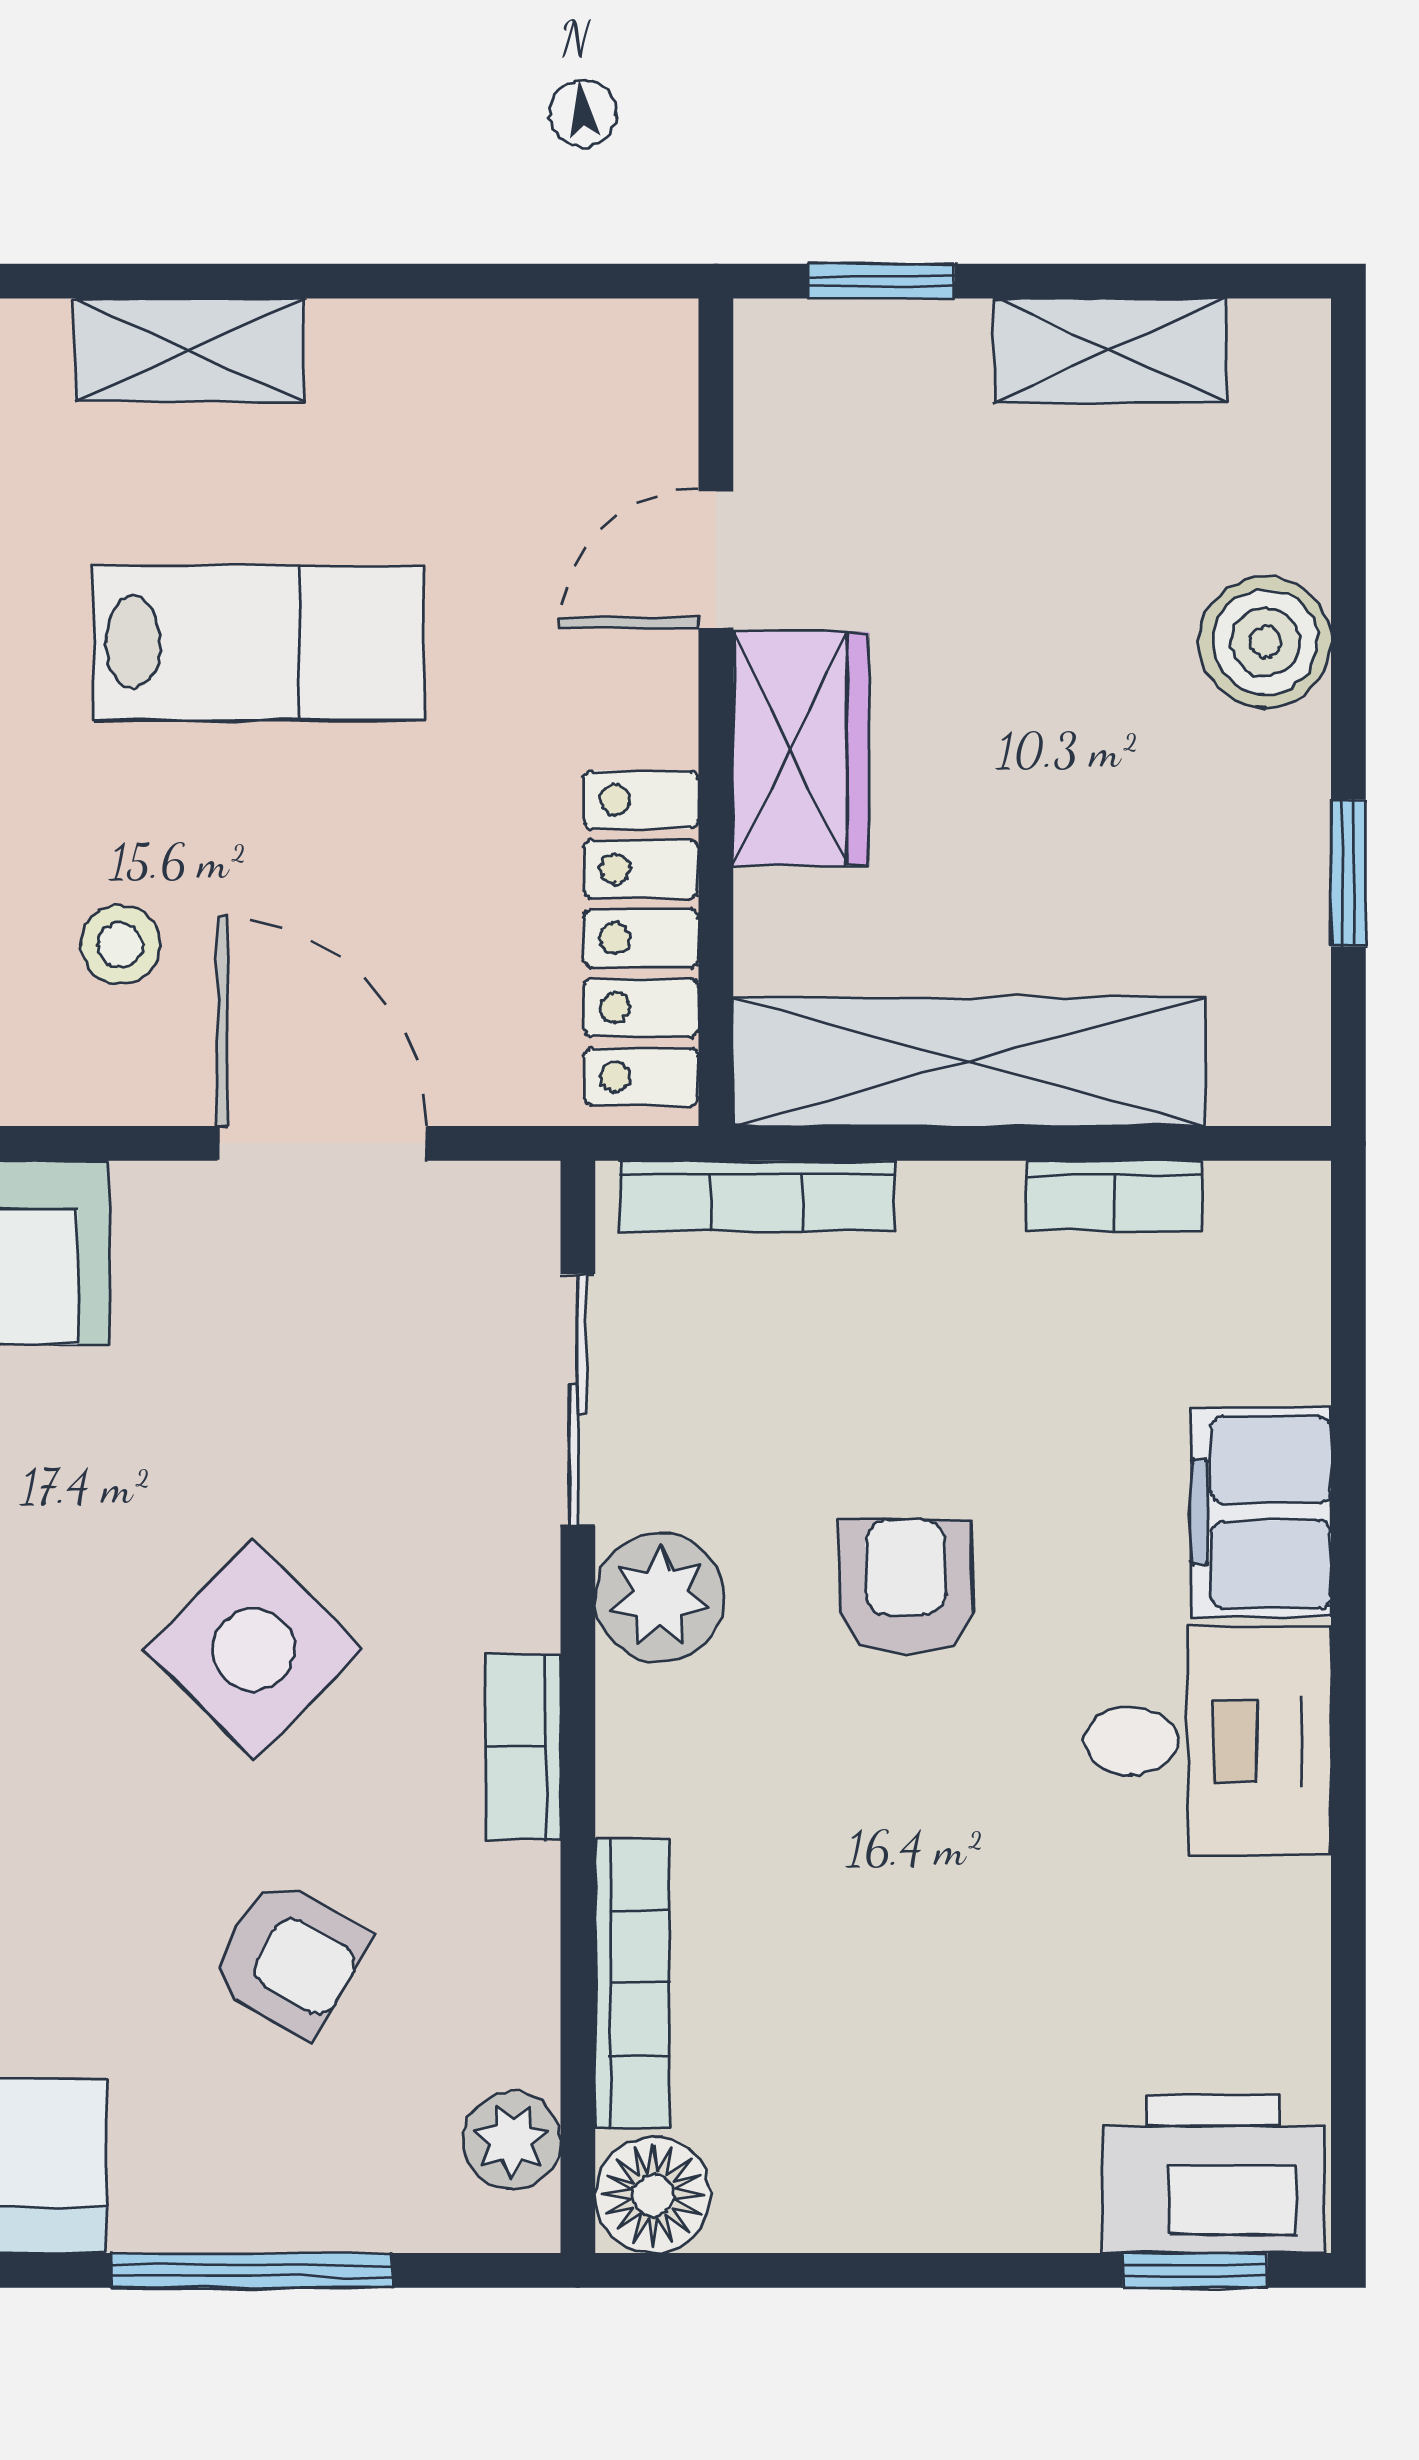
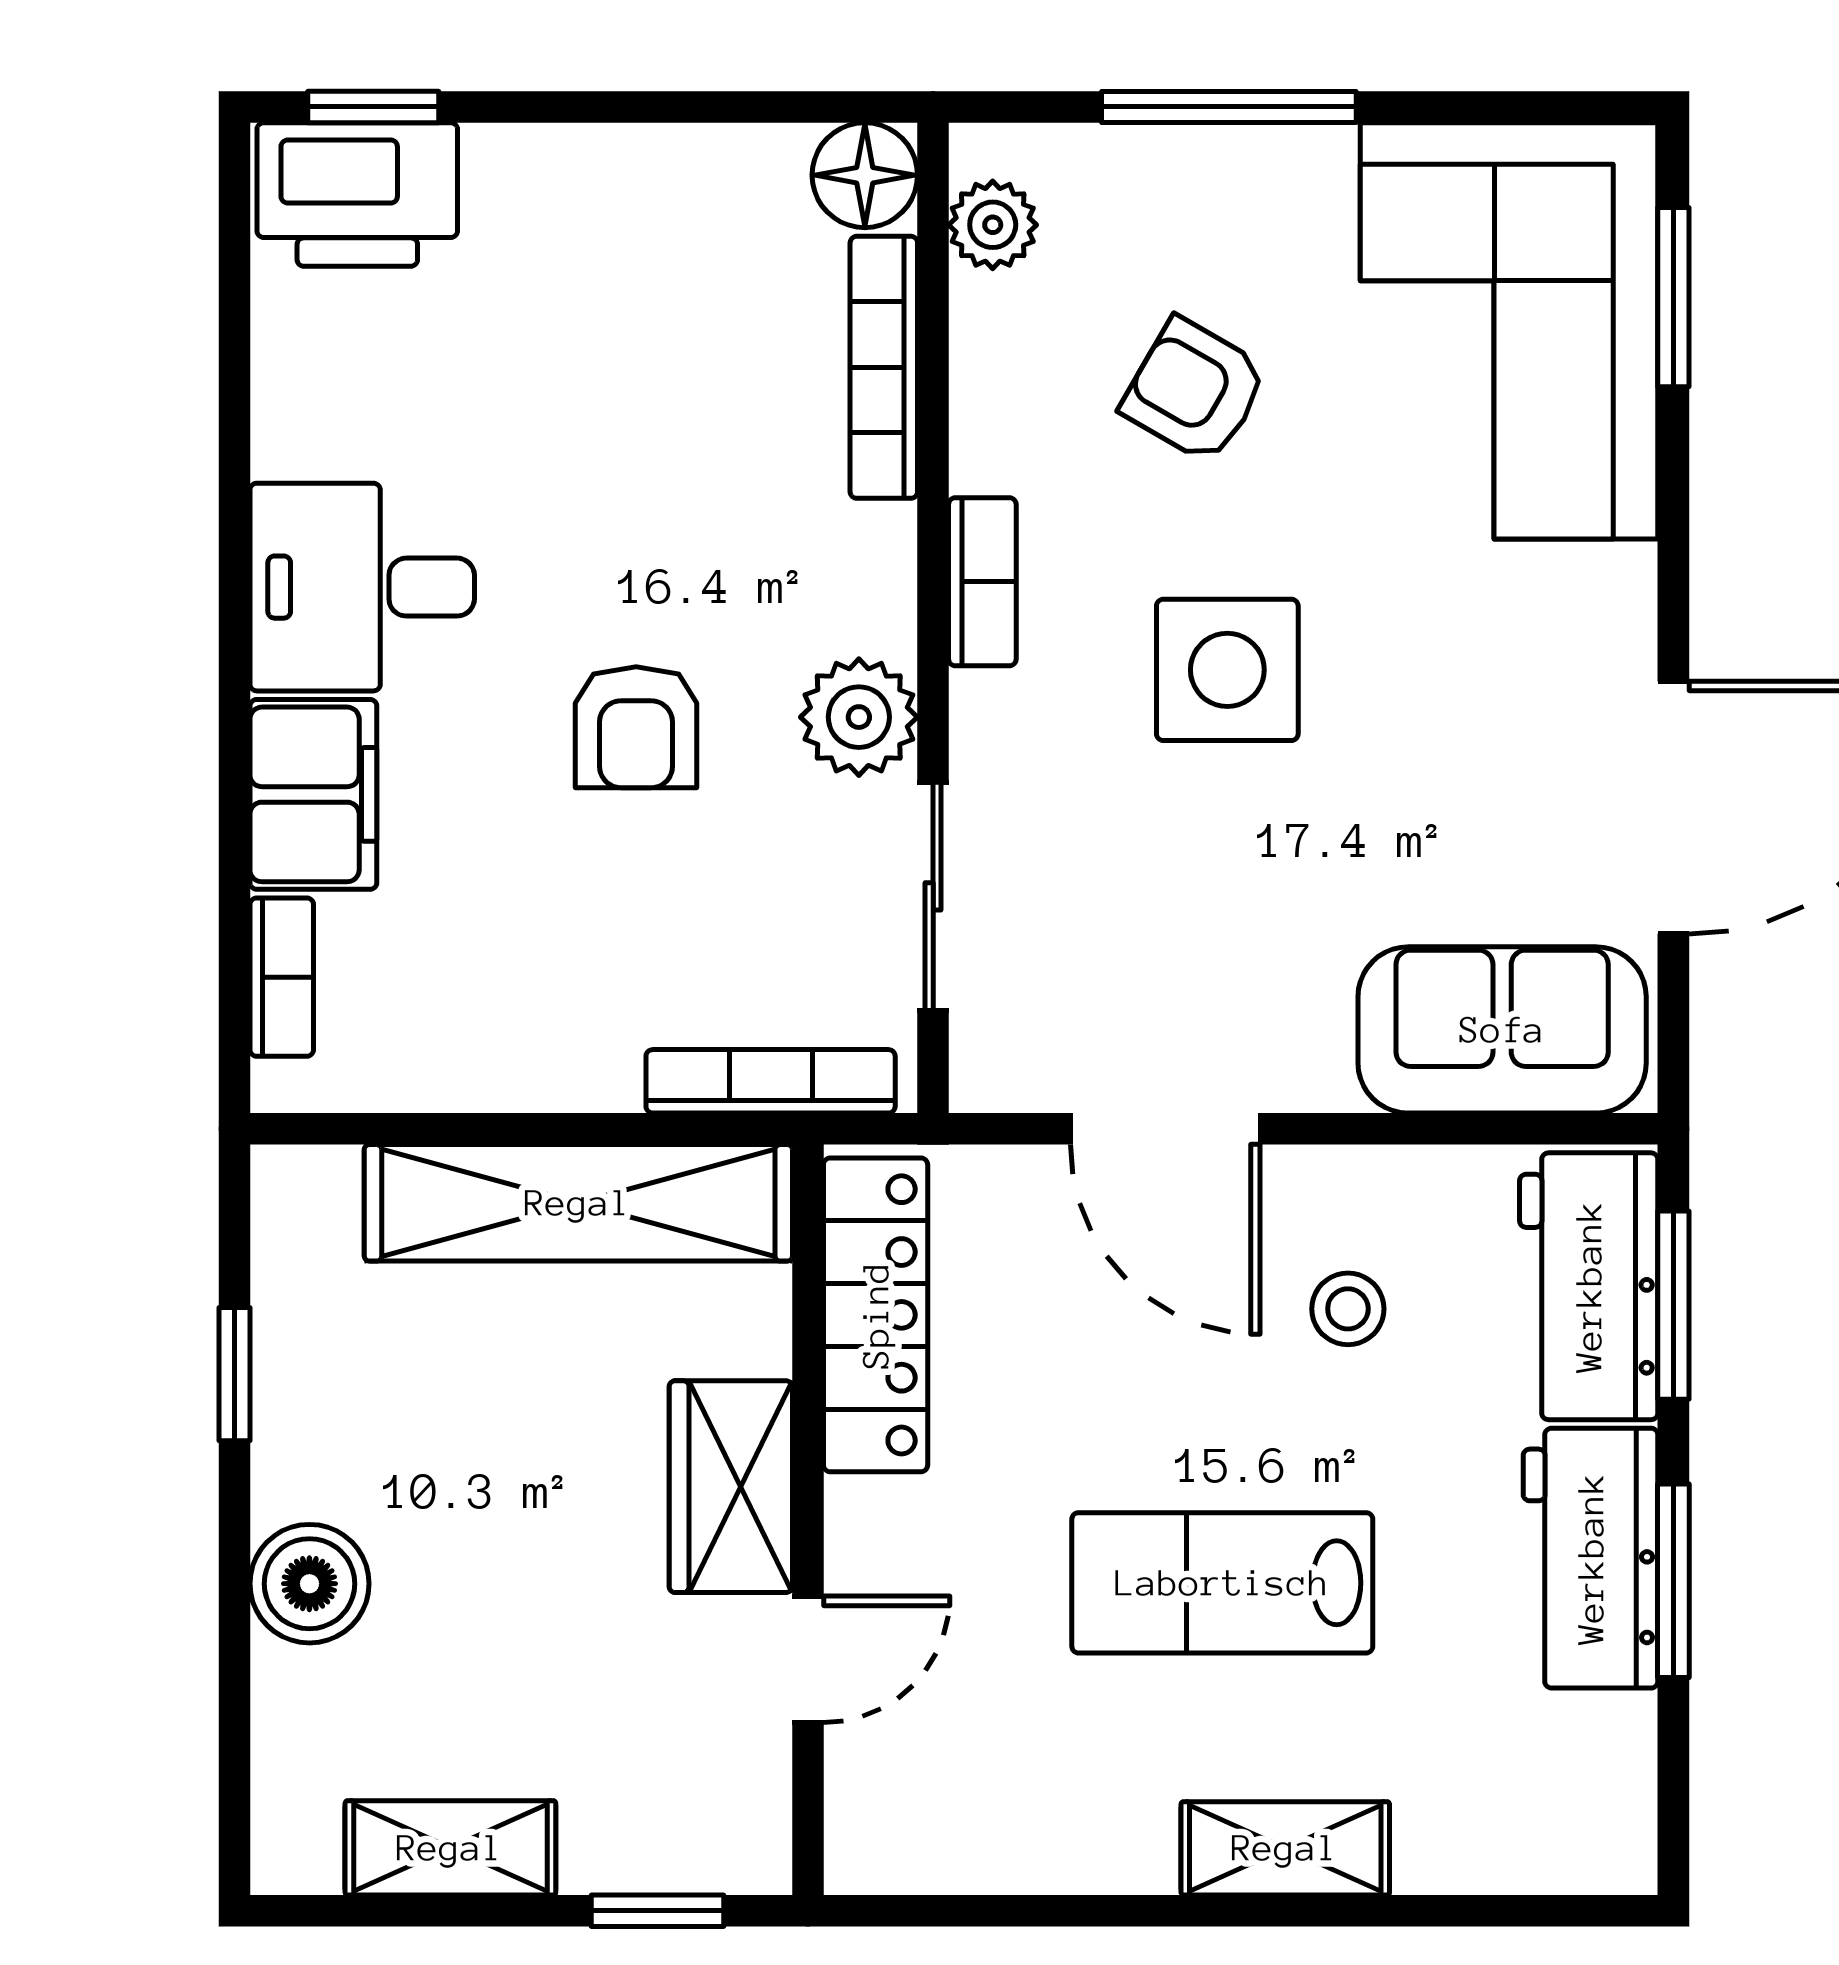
bookcase: (1114, 1196) -> (282, 977), moved, turned 90
side table: (253, 1650) -> (1227, 670), turned 45

